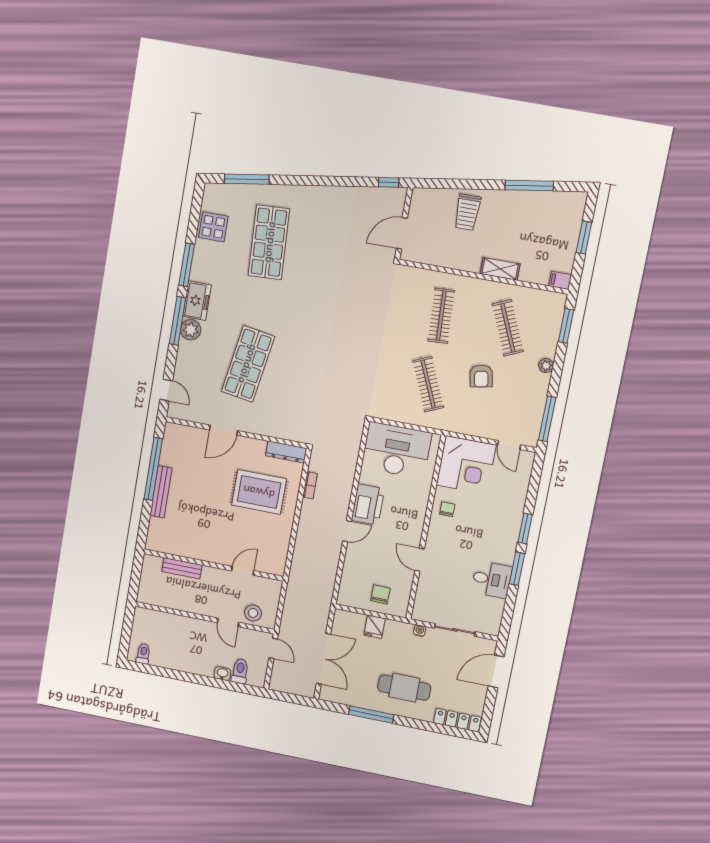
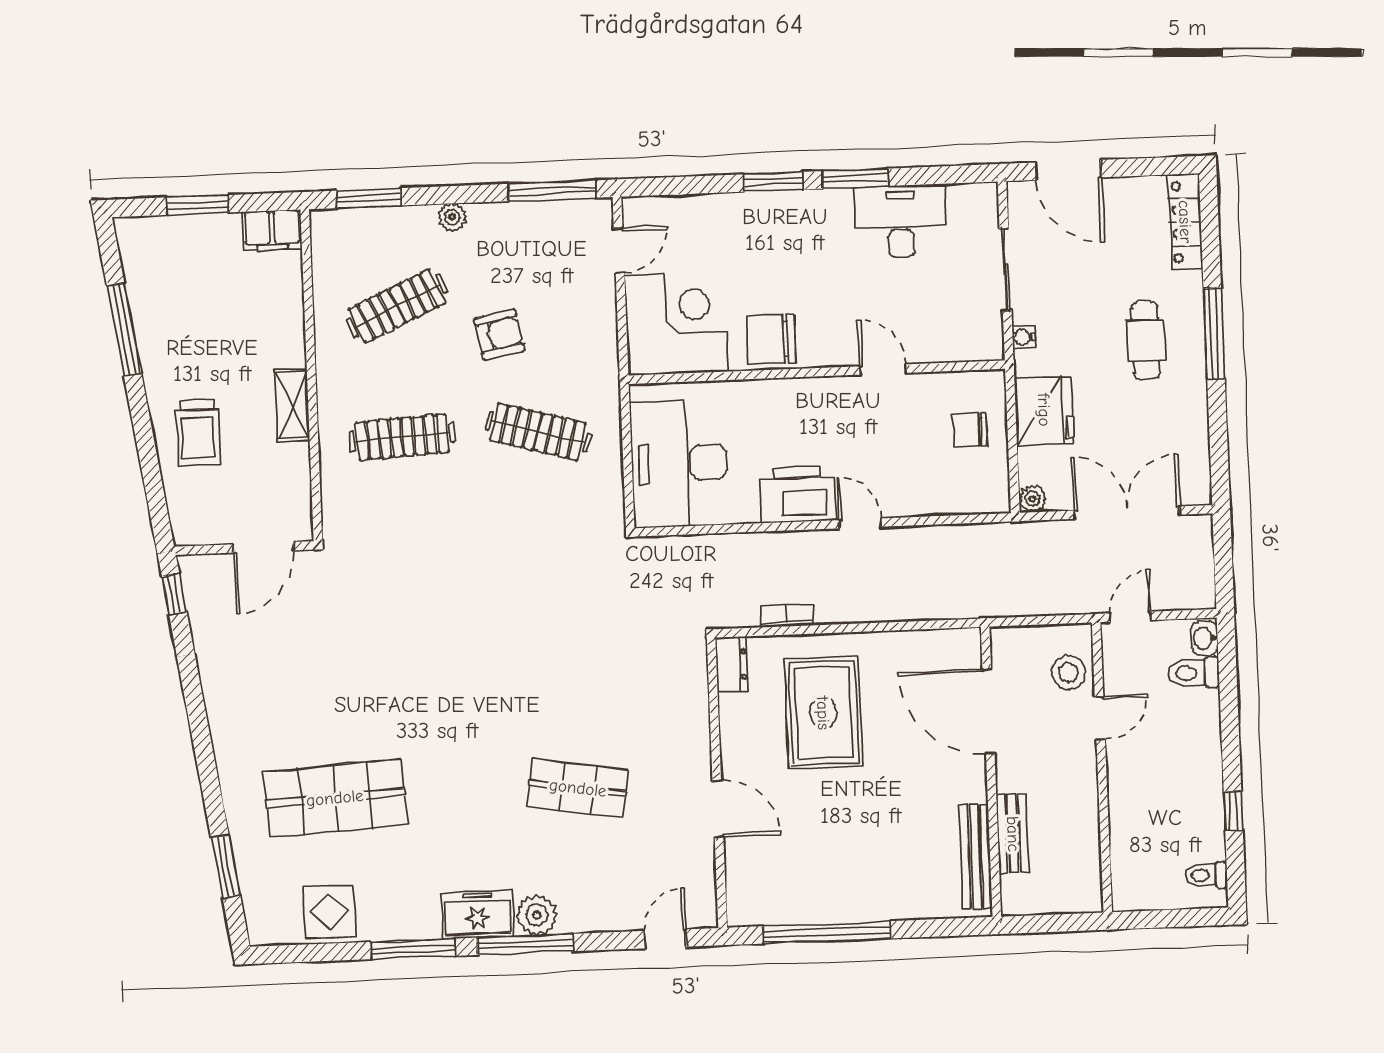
window: (247, 179) -> (226, 866), width x0.69
trolley: (467, 212) -> (198, 433), turned 90
door: (402, 233) -> (264, 547), hinge flipped
shelving: (500, 269) -> (292, 405), moved
filing cabinet: (560, 280) -> (272, 230), width x2.00
shop shelf: (248, 364) -> (578, 788), width x0.70, depth x0.74
clothes rail: (428, 384) -> (538, 432), turned 39
dresser: (286, 452) -> (732, 664), width x0.70
bench: (161, 492) -> (976, 857), moved, turned 90
chair: (447, 509) -> (771, 339), width x1.87, depth x1.87
door: (420, 560) -> (883, 370), swing flipped
door: (243, 571) -> (988, 711), width x1.87
desk: (492, 580) -> (901, 221), width x1.37
plant: (340, 616) -> (1032, 499), added
fridge: (375, 627) -> (1044, 410), width x1.88, depth x1.34
window: (171, 674) -> (1233, 811), added
washbasin: (222, 674) -> (1204, 638), moved
cafe table: (404, 688) -> (1146, 341), width x0.73, depth x0.74
window: (371, 714) -> (1214, 333), moved

